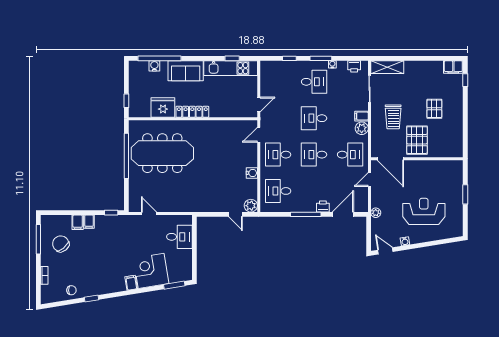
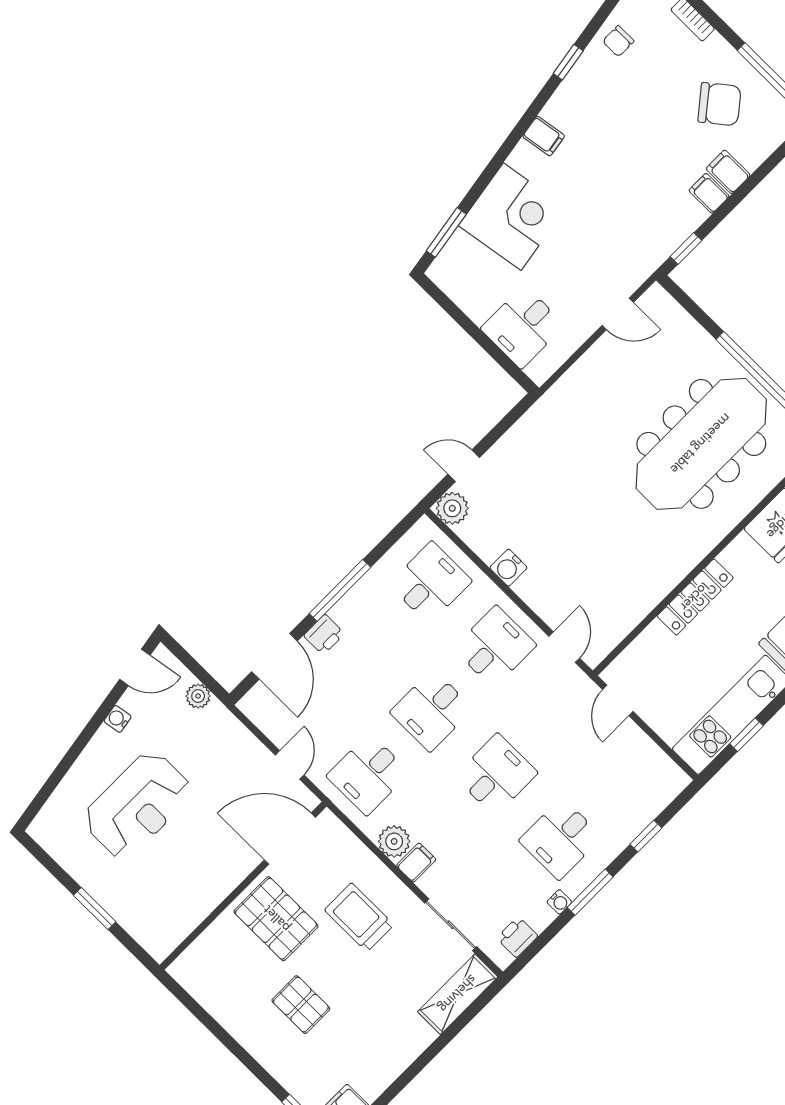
locker: (192, 112) -> (695, 597), moved
desk: (314, 155) -> (431, 711), turned 180
plant: (376, 213) -> (198, 696), moved
filing cabinet: (131, 283) -> (544, 136), moved

